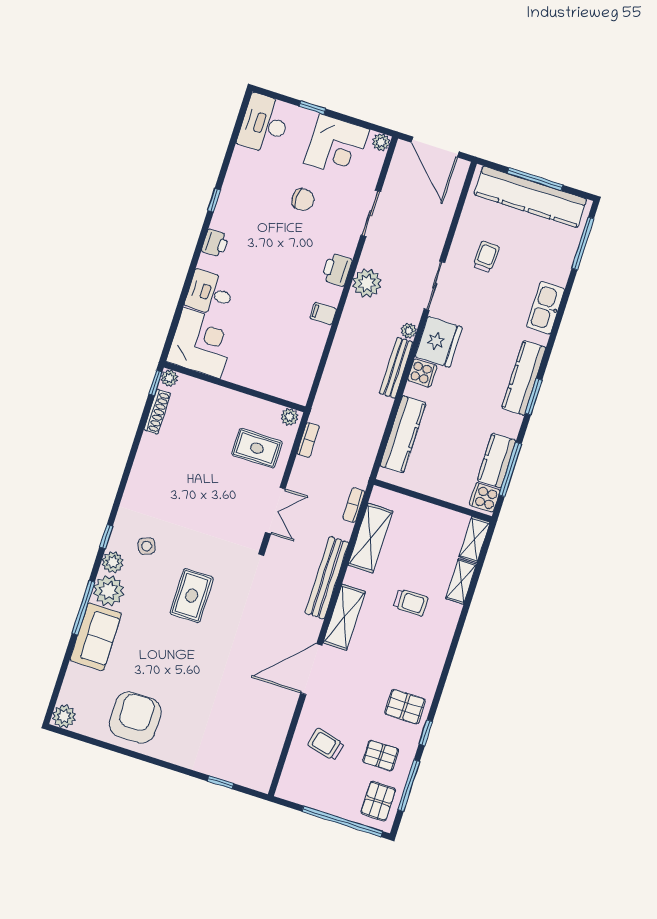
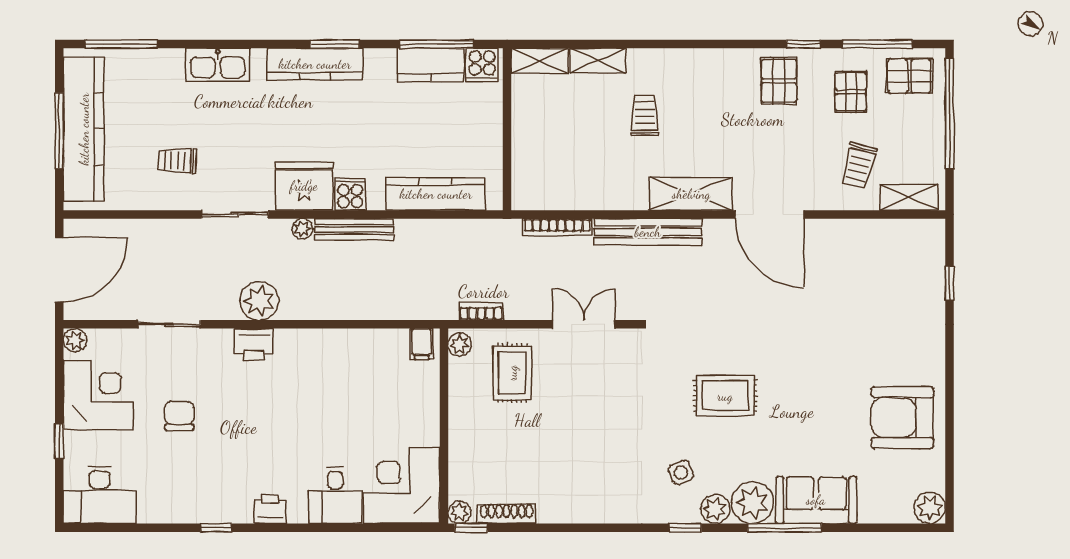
filing cabinet: (323, 314) -> (421, 344), moved
bookcase: (354, 505) -> (557, 227), width x1.56
shelving: (370, 538) -> (909, 197), moved, width x0.67, depth x0.75

